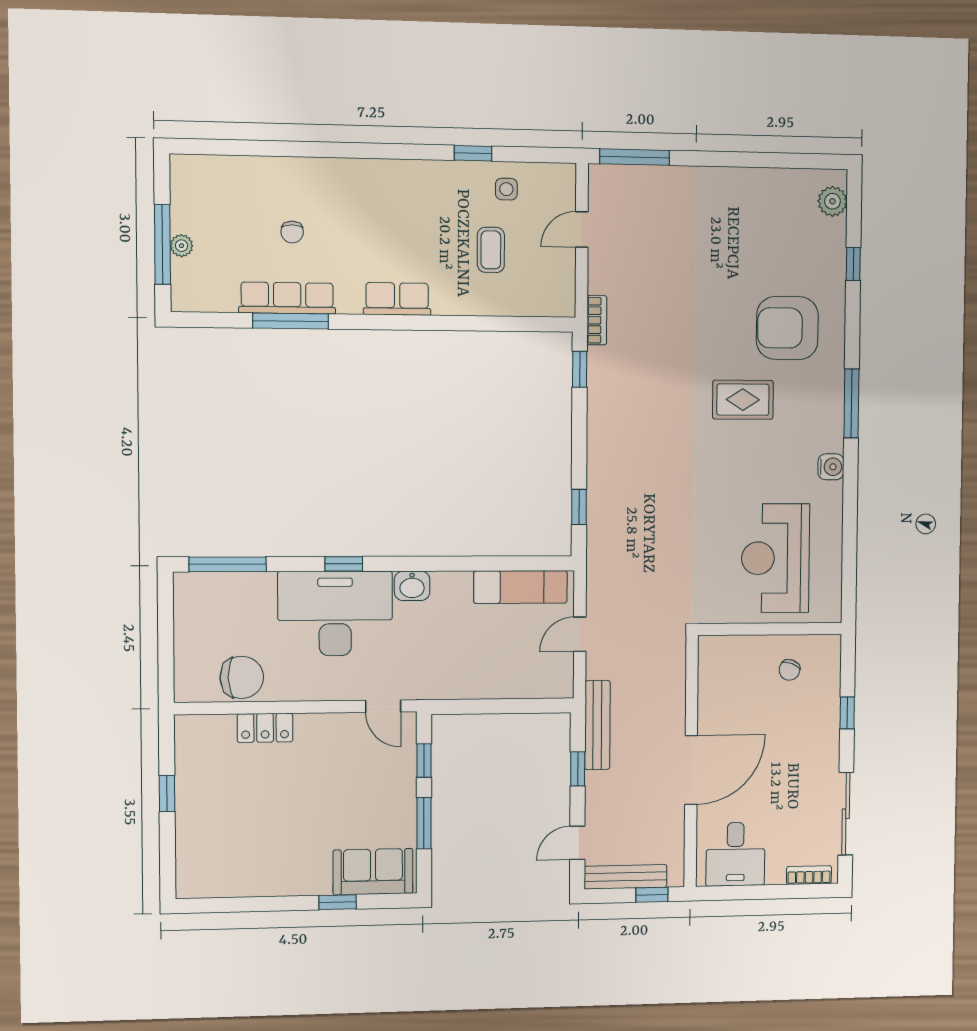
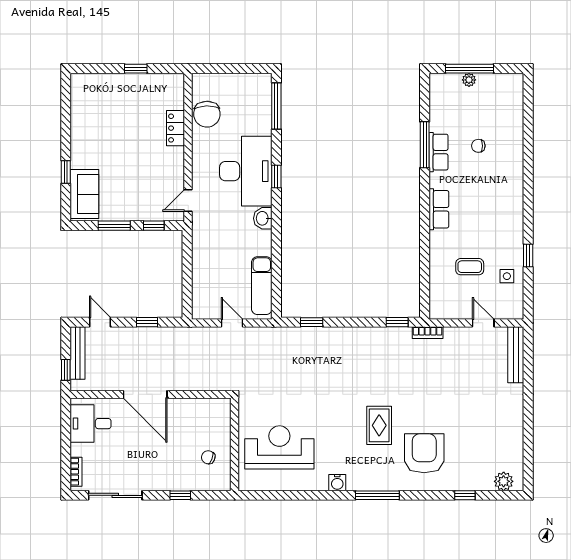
window: (635, 157) -> (528, 356), removed
row of seats: (287, 298) -> (439, 152), width x0.68
bench: (597, 725) -> (516, 355), moved, turned 90

